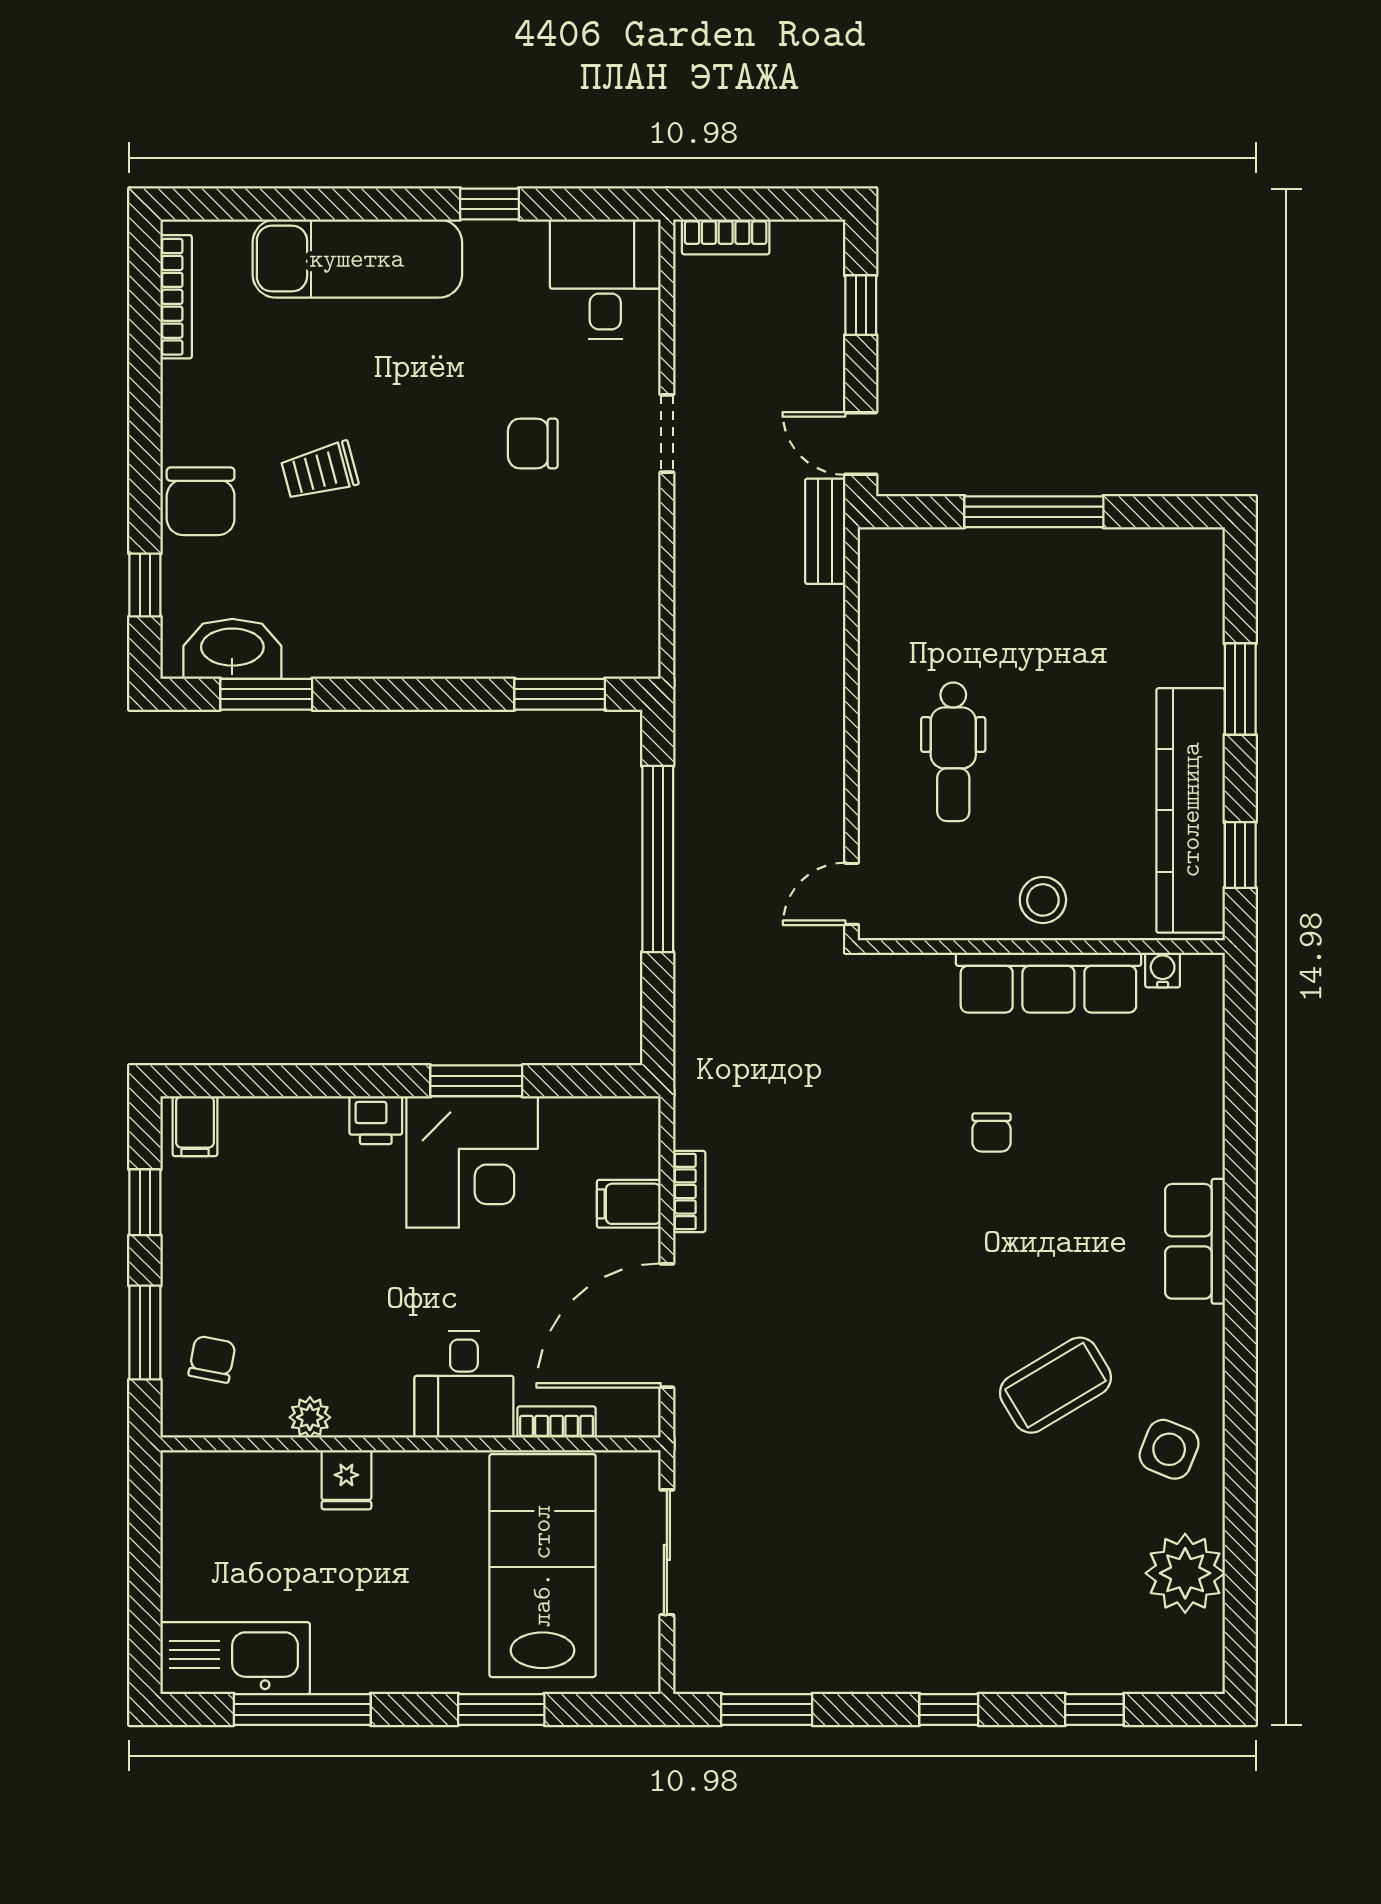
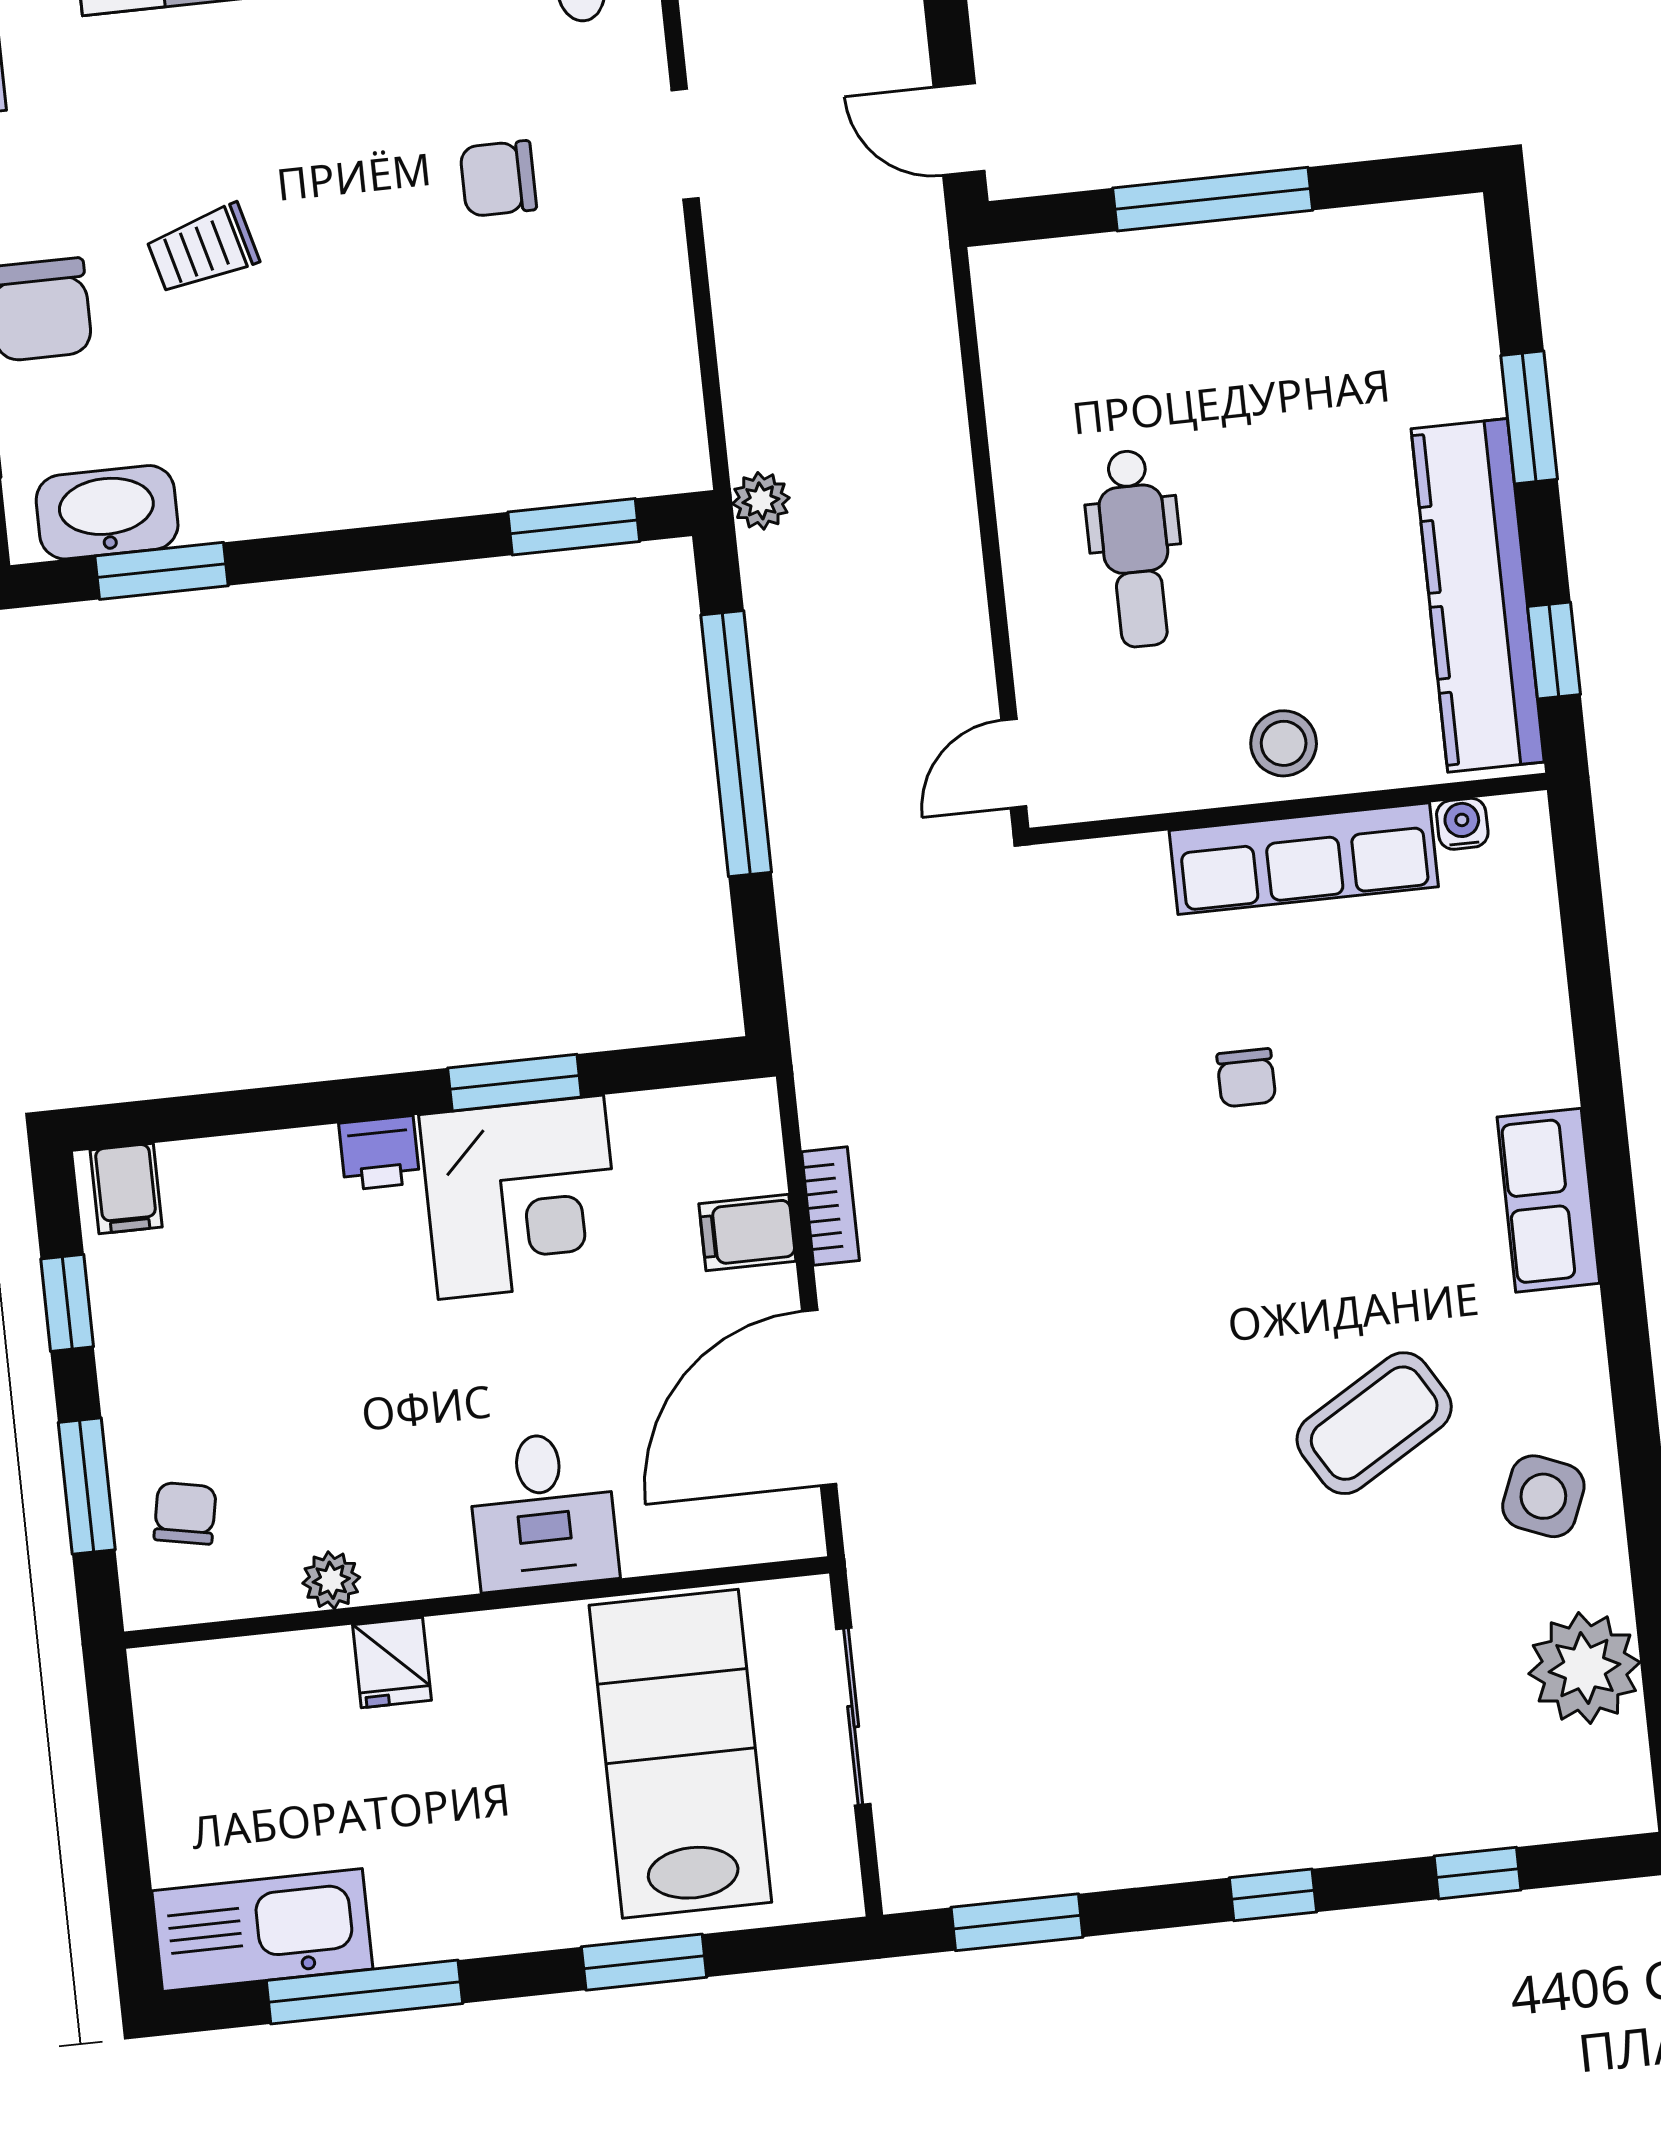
bench: (825, 531) -> (922, 258), removed
plant: (693, 690) -> (761, 501), added
bookcase: (557, 1422) -> (679, 1550), removed

